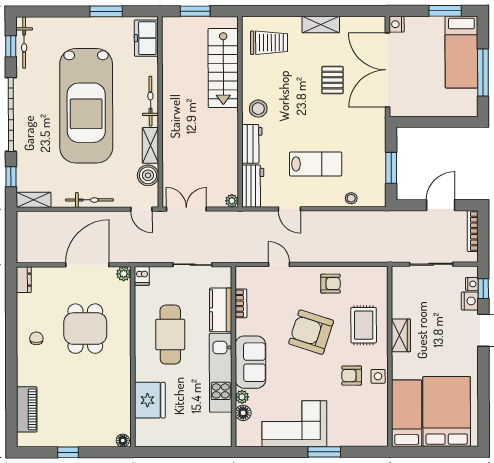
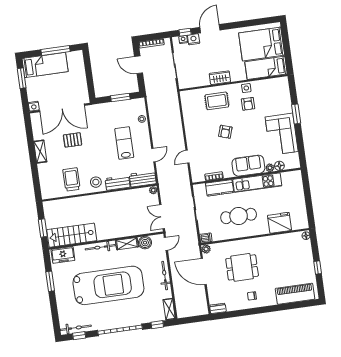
trolley: (269, 43) -> (71, 179), moved
stairs: (223, 68) -> (72, 235), moved, turned 180
armchair: (330, 284) -> (195, 124), removed
armchair: (311, 332) -> (225, 132), width x0.53, depth x0.53
piano: (27, 409) -> (295, 294), width x1.37, depth x1.33

